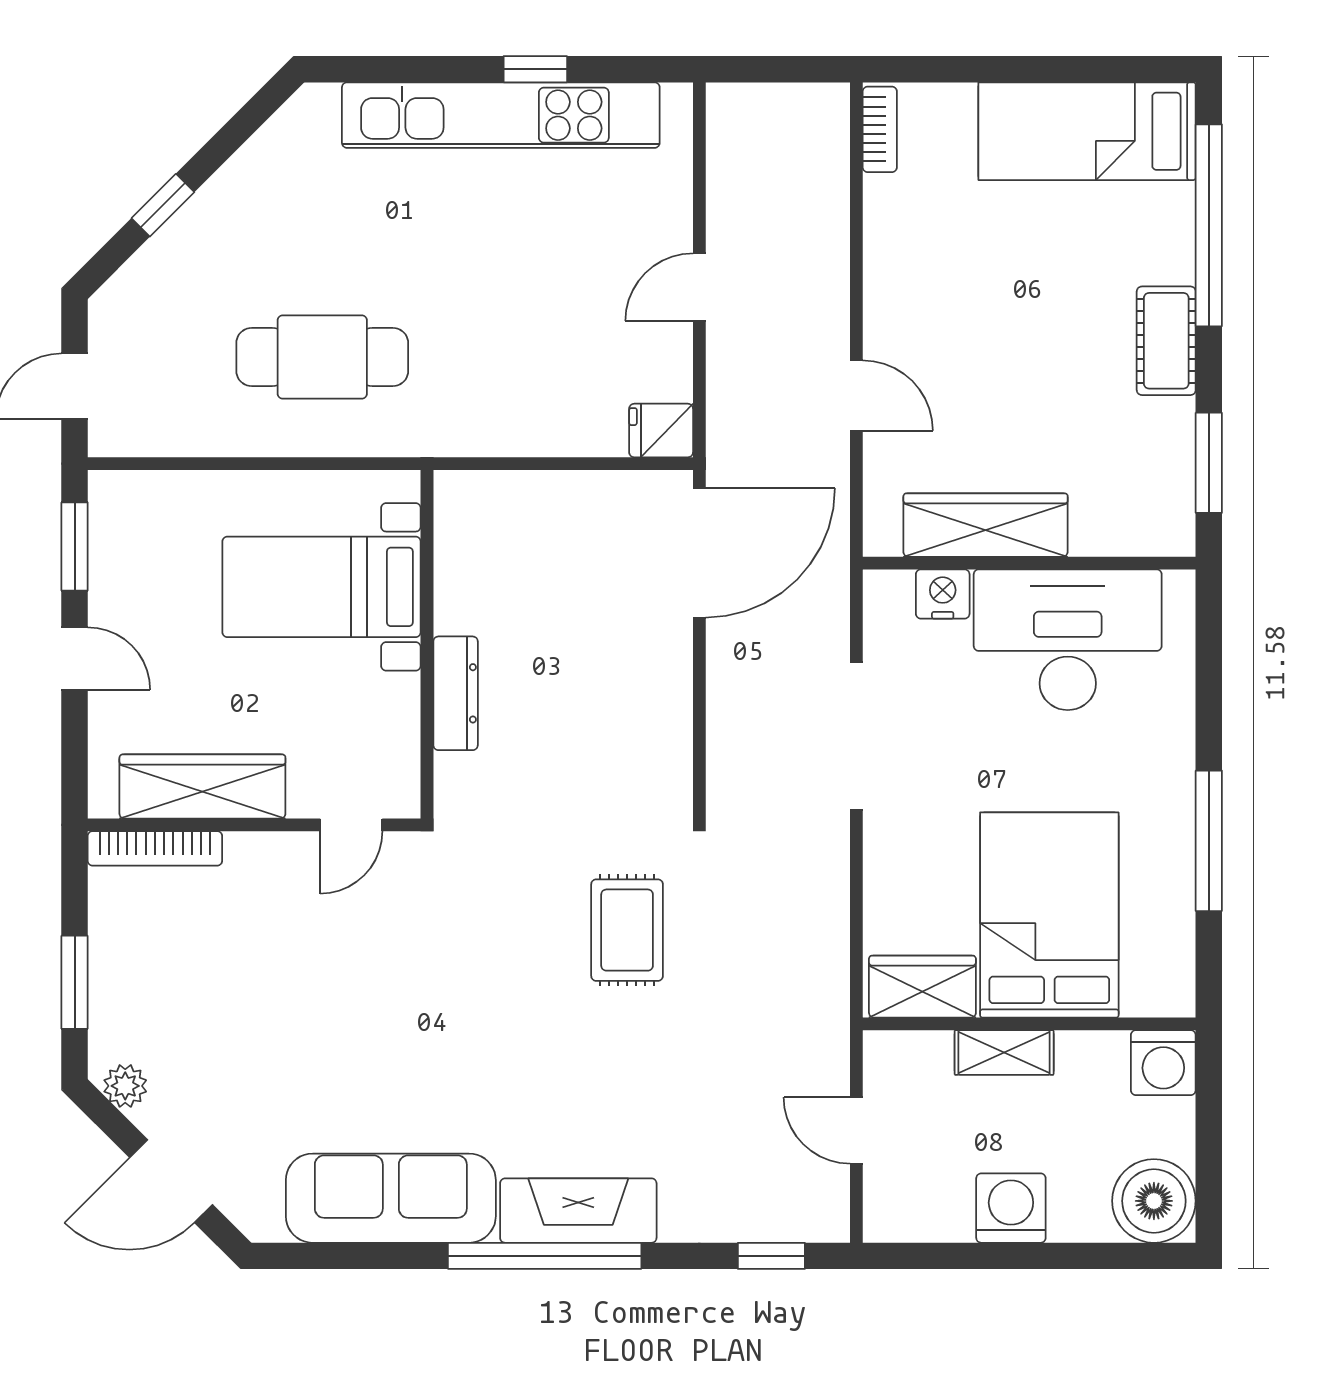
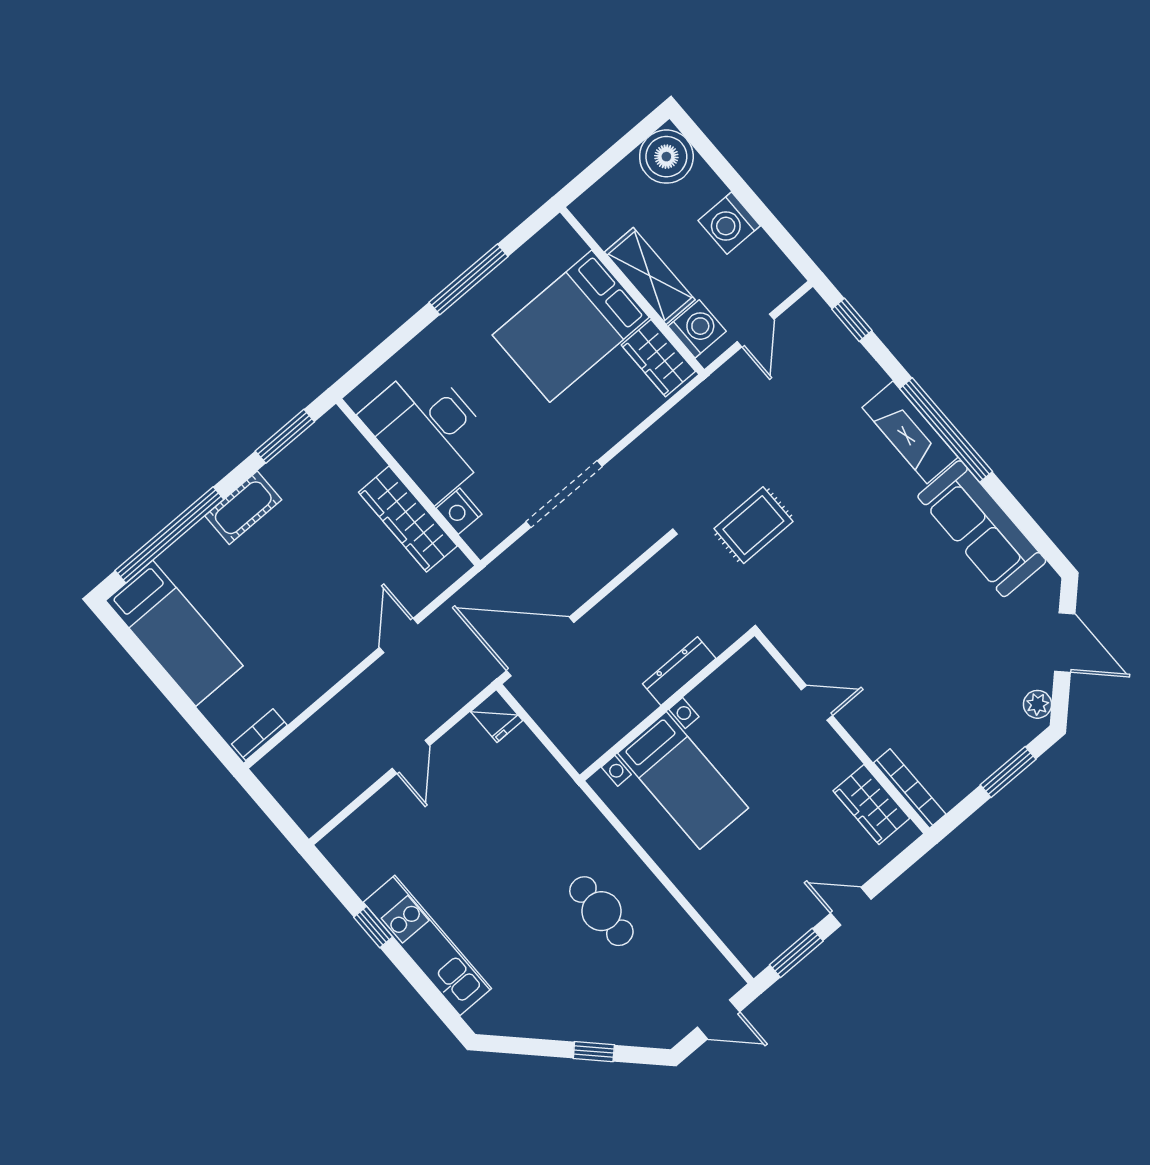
kitchen unit: (501, 115) -> (427, 945), width x0.73
door: (699, 287) -> (411, 757), hinge flipped
cafe table: (322, 357) -> (601, 911), width x0.73, depth x0.74
bed with nightstands: (322, 587) -> (683, 780), moved
wall: (427, 644) -> (667, 705), moved
door: (75, 659) -> (851, 906), hinge flipped
dresser: (456, 693) -> (679, 671), moved
wardrobe: (202, 787) -> (871, 805), width x0.67
shelving: (1004, 1052) -> (650, 276), width x1.50, depth x1.33
washing machine: (1163, 1063) -> (697, 329), moved

